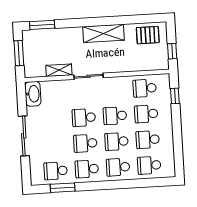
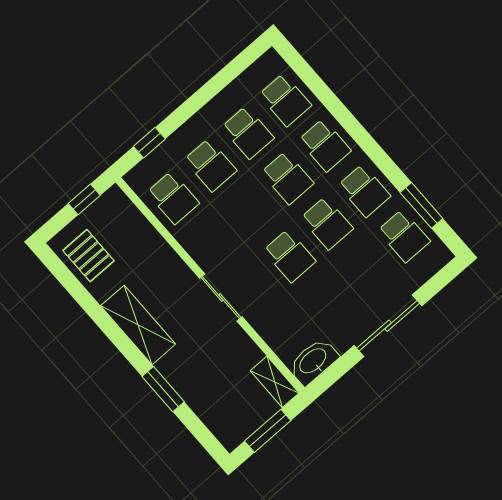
window: (42, 25) -> (163, 389), moved
shelving: (59, 70) -> (275, 382), moved
school desk: (115, 116) -> (250, 211), removed

